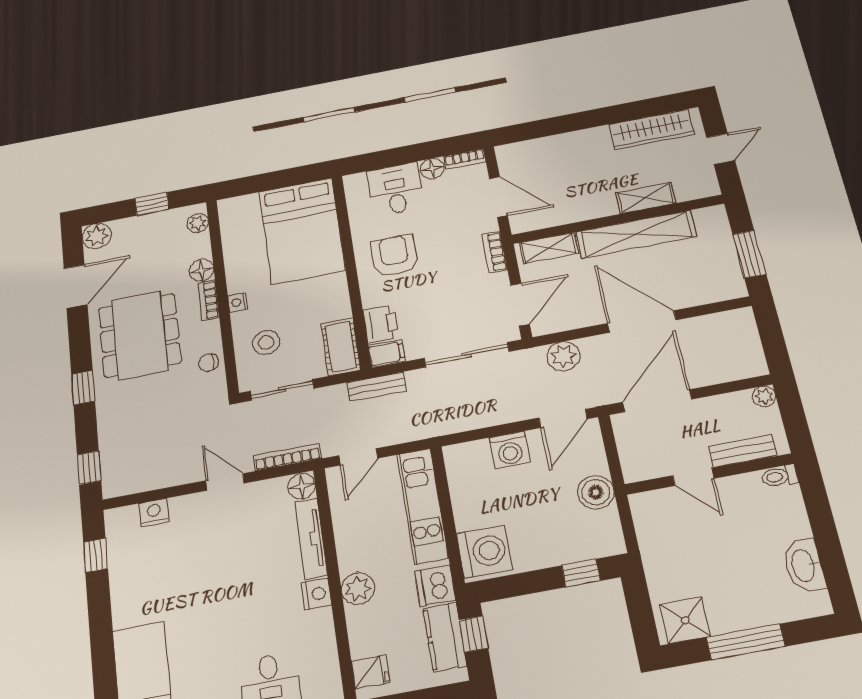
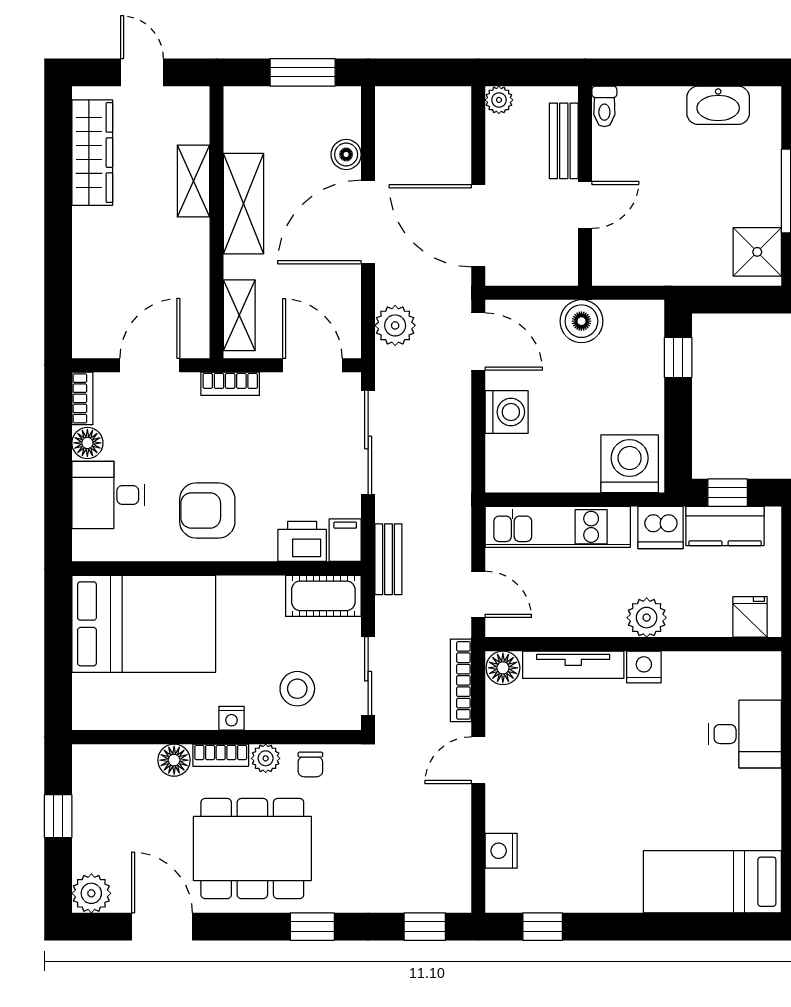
plant: (198, 223) -> (266, 758), moved
shelving: (636, 234) -> (243, 204), width x0.68
boiler: (692, 296) -> (346, 154), added

